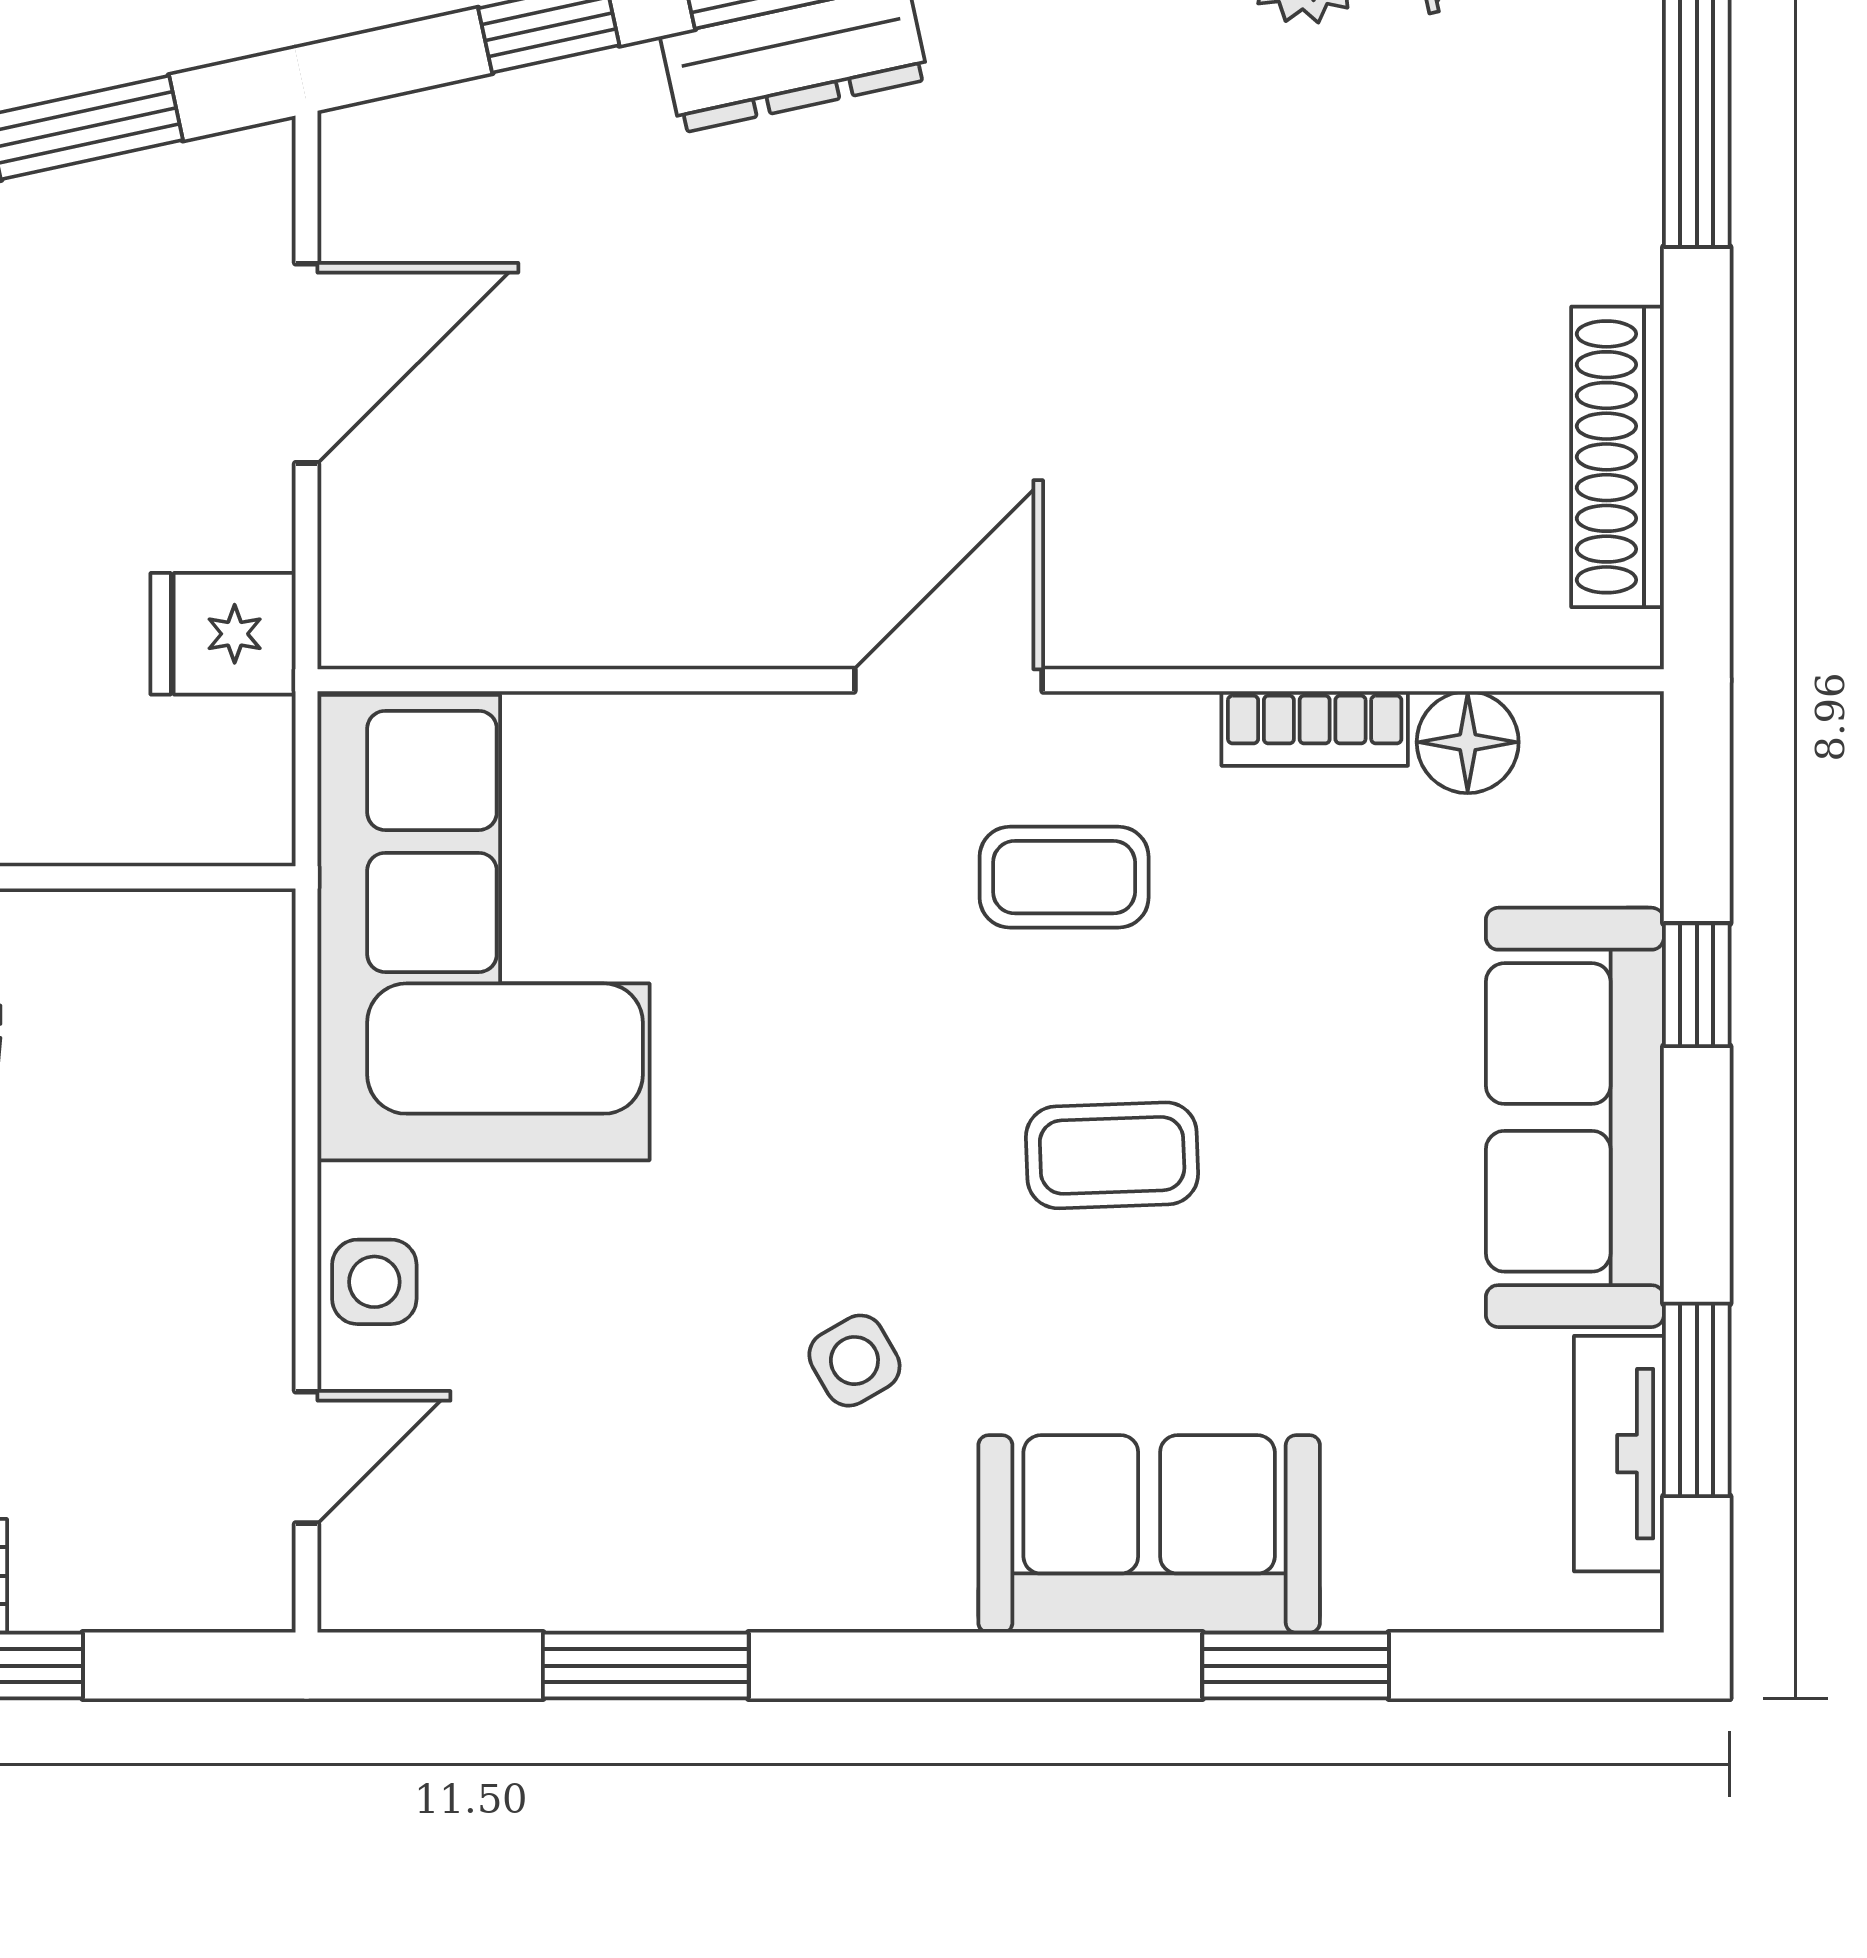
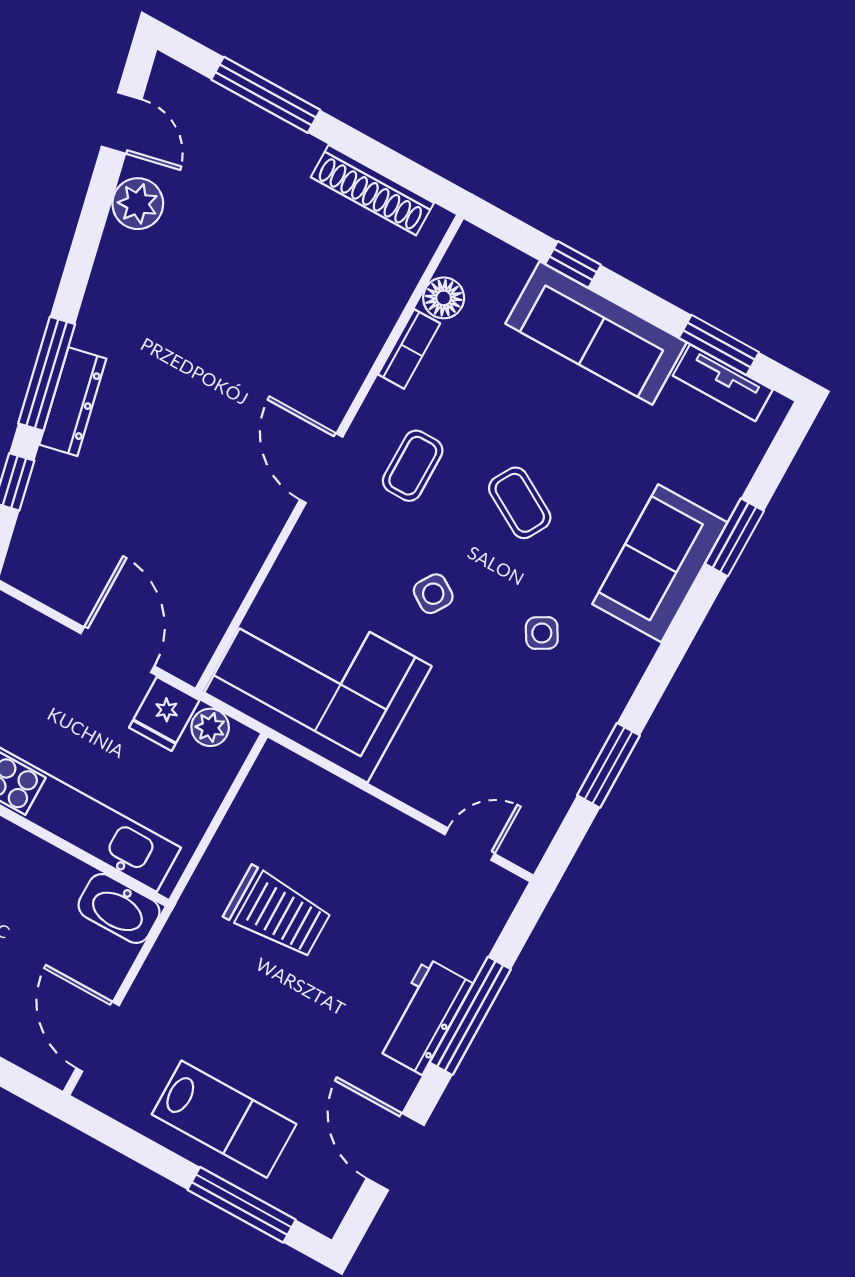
door: (306, 363) -> (117, 650), moved
plant: (249, 750) -> (210, 727), added
coffee table: (1112, 1155) -> (520, 503), turned -58
side table: (374, 1282) -> (433, 594), moved, turned 33
door: (306, 1457) -> (470, 844), hinge flipped

